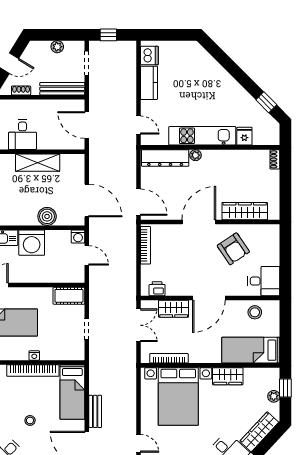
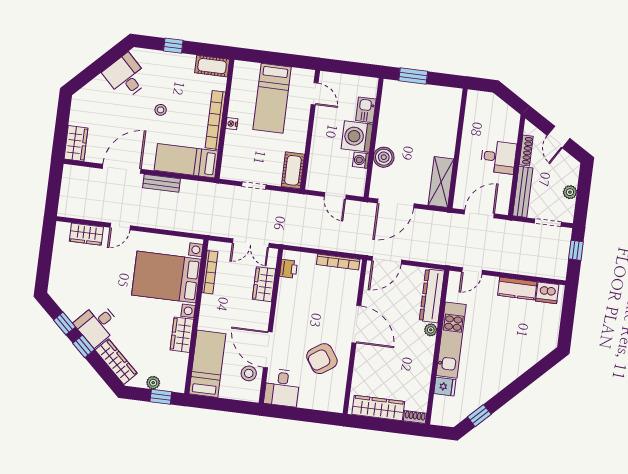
shoe rack: (21, 90) -> (526, 151), width x1.43
desk: (22, 135) -> (498, 157), moved, turned 180
shelving: (38, 163) -> (441, 182), moved
wardrobe: (245, 211) -> (378, 408), moved, turned -90
washing machine: (78, 237) -> (361, 160), moved
door: (87, 255) -> (335, 196), hinge flipped
door: (209, 298) -> (268, 350), moved

